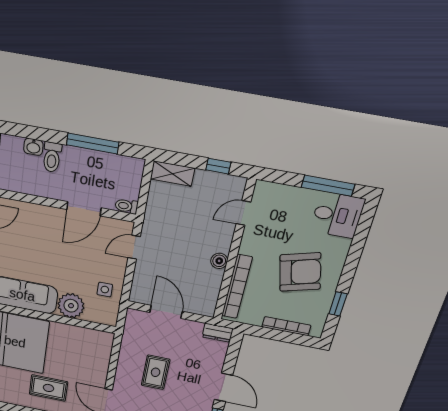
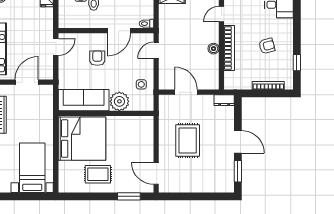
armchair: (47, 242) -> (97, 58), added
armchair: (300, 272) -> (267, 46), width x0.53, depth x0.53
bookcase: (237, 287) -> (229, 48), moved
rug: (156, 372) -> (188, 141), width x1.36, depth x1.43
rug: (48, 388) -> (98, 174), moved

